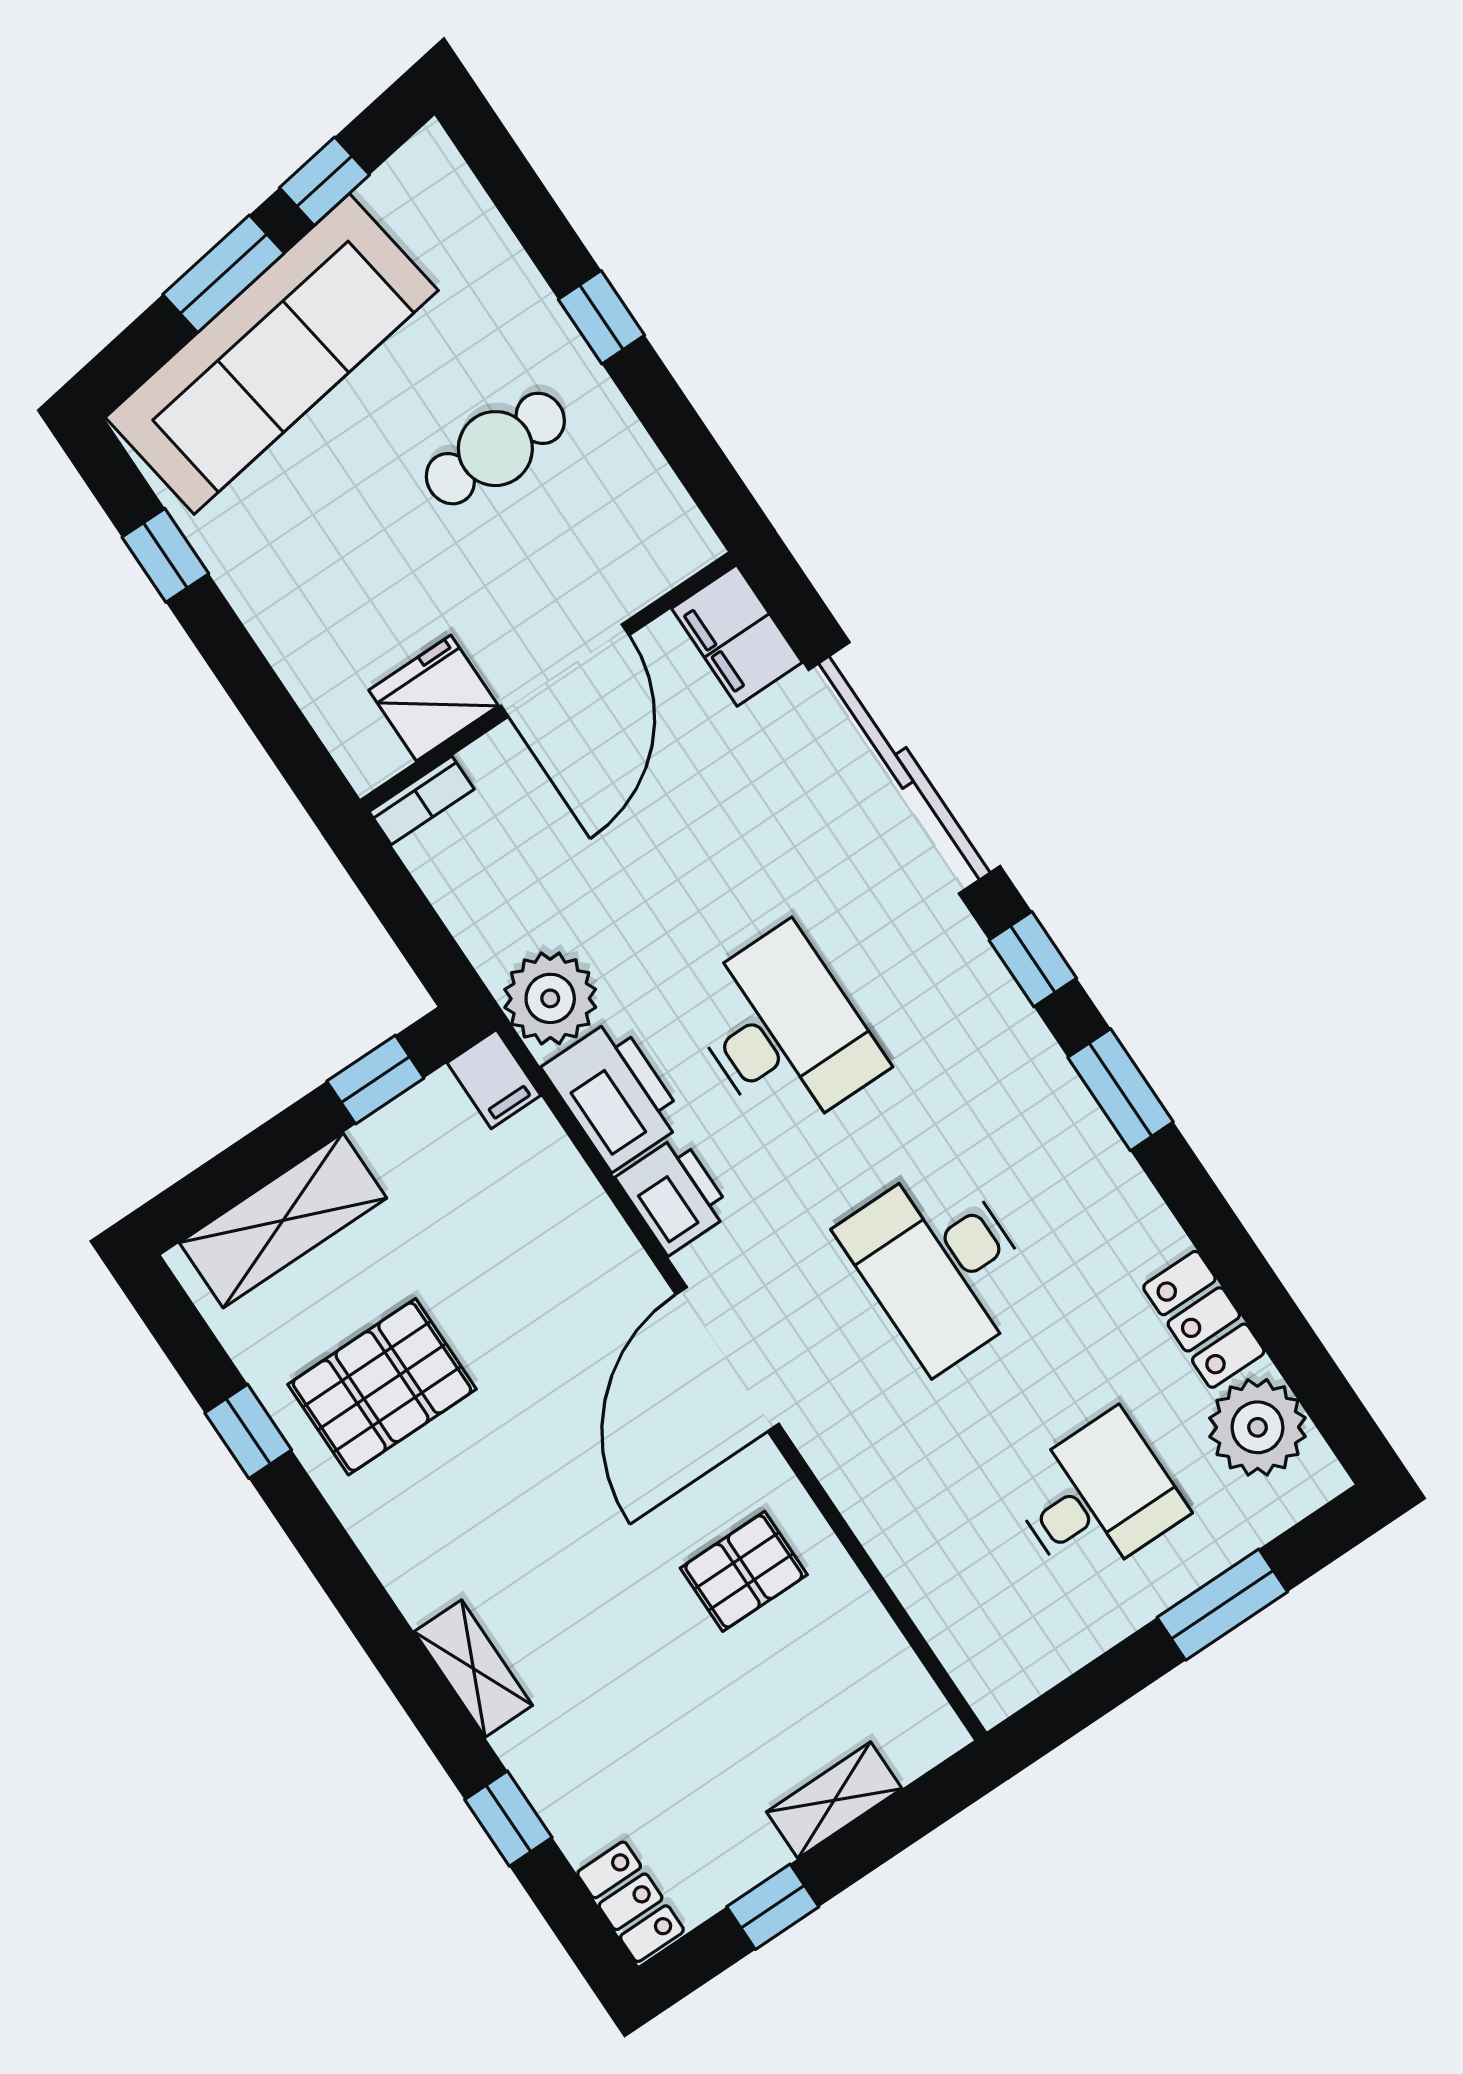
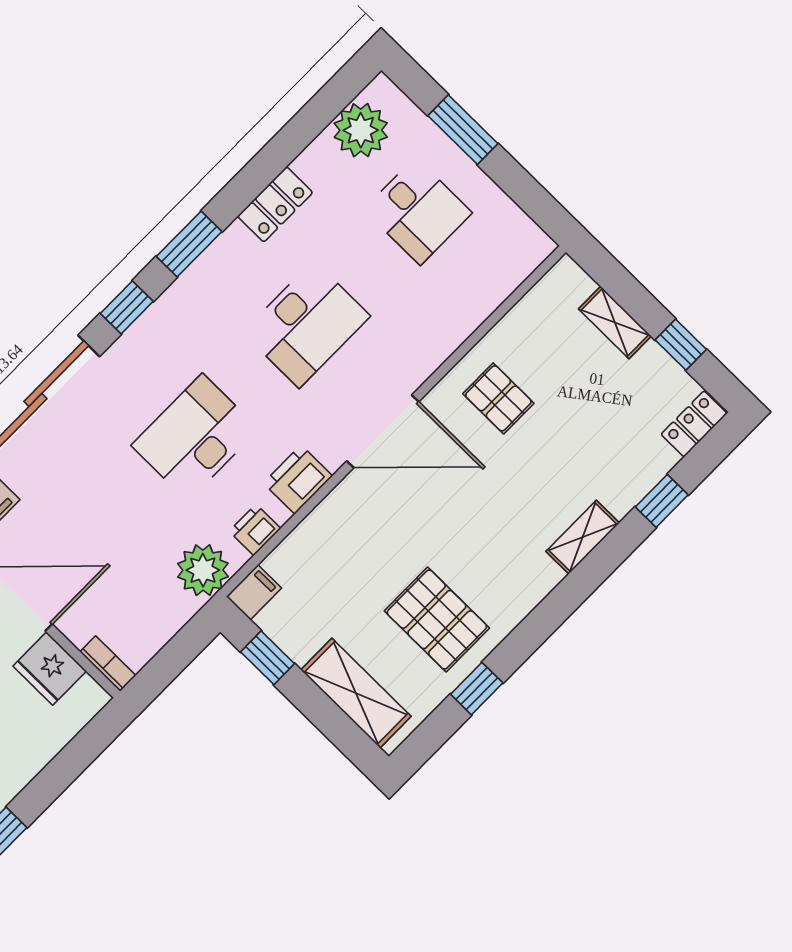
printer: (614, 1095) -> (255, 530), width x0.53, depth x0.68
locker: (1204, 1319) -> (275, 204), moved
desk: (1097, 1498) -> (418, 211), turned 180

